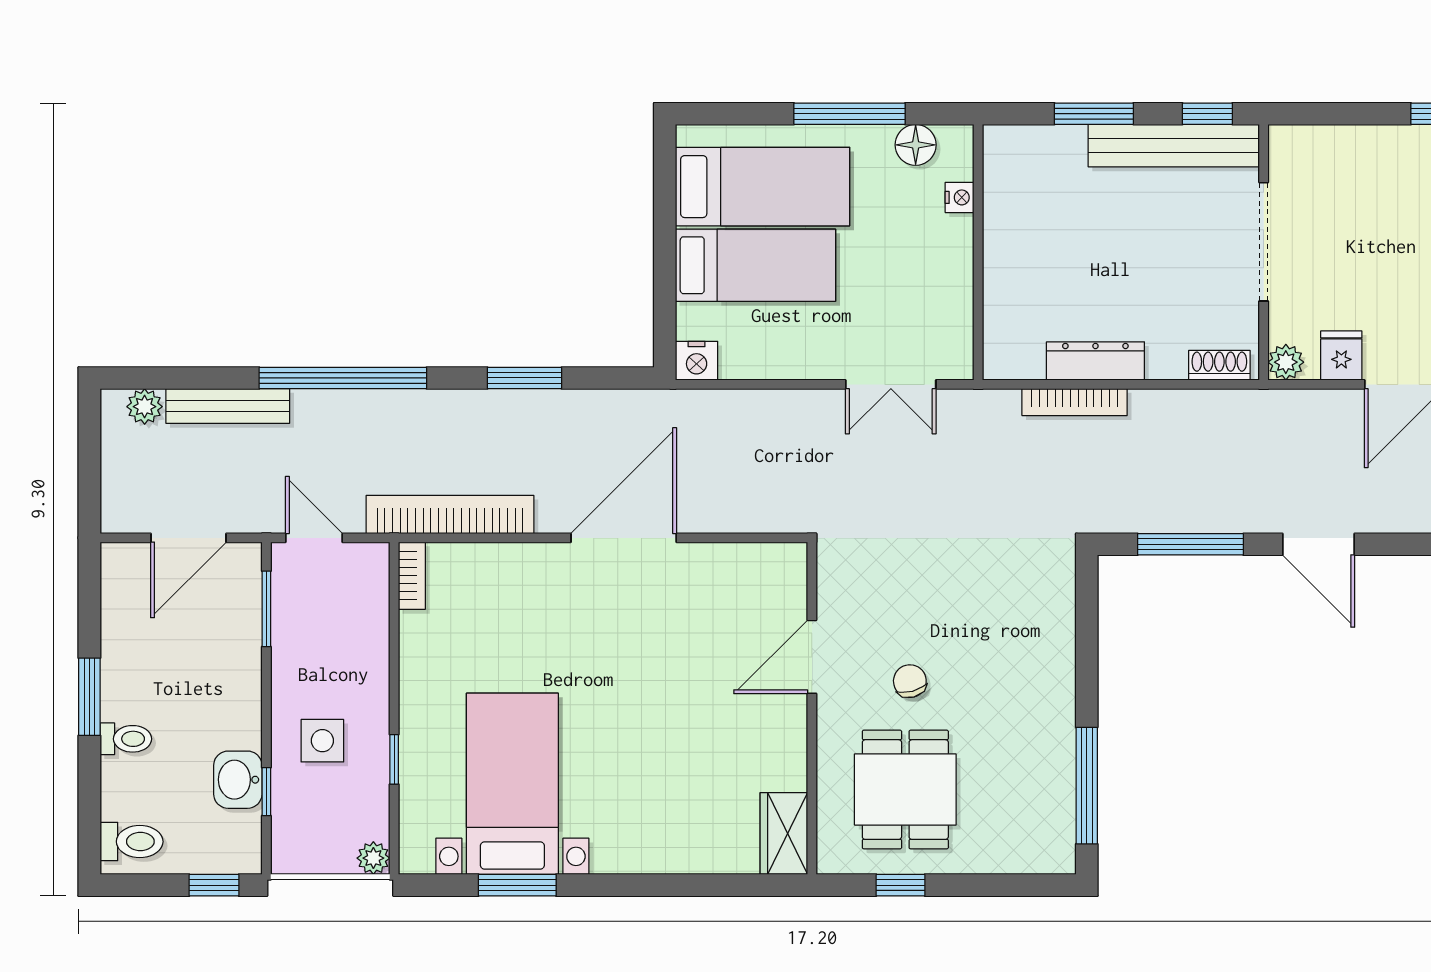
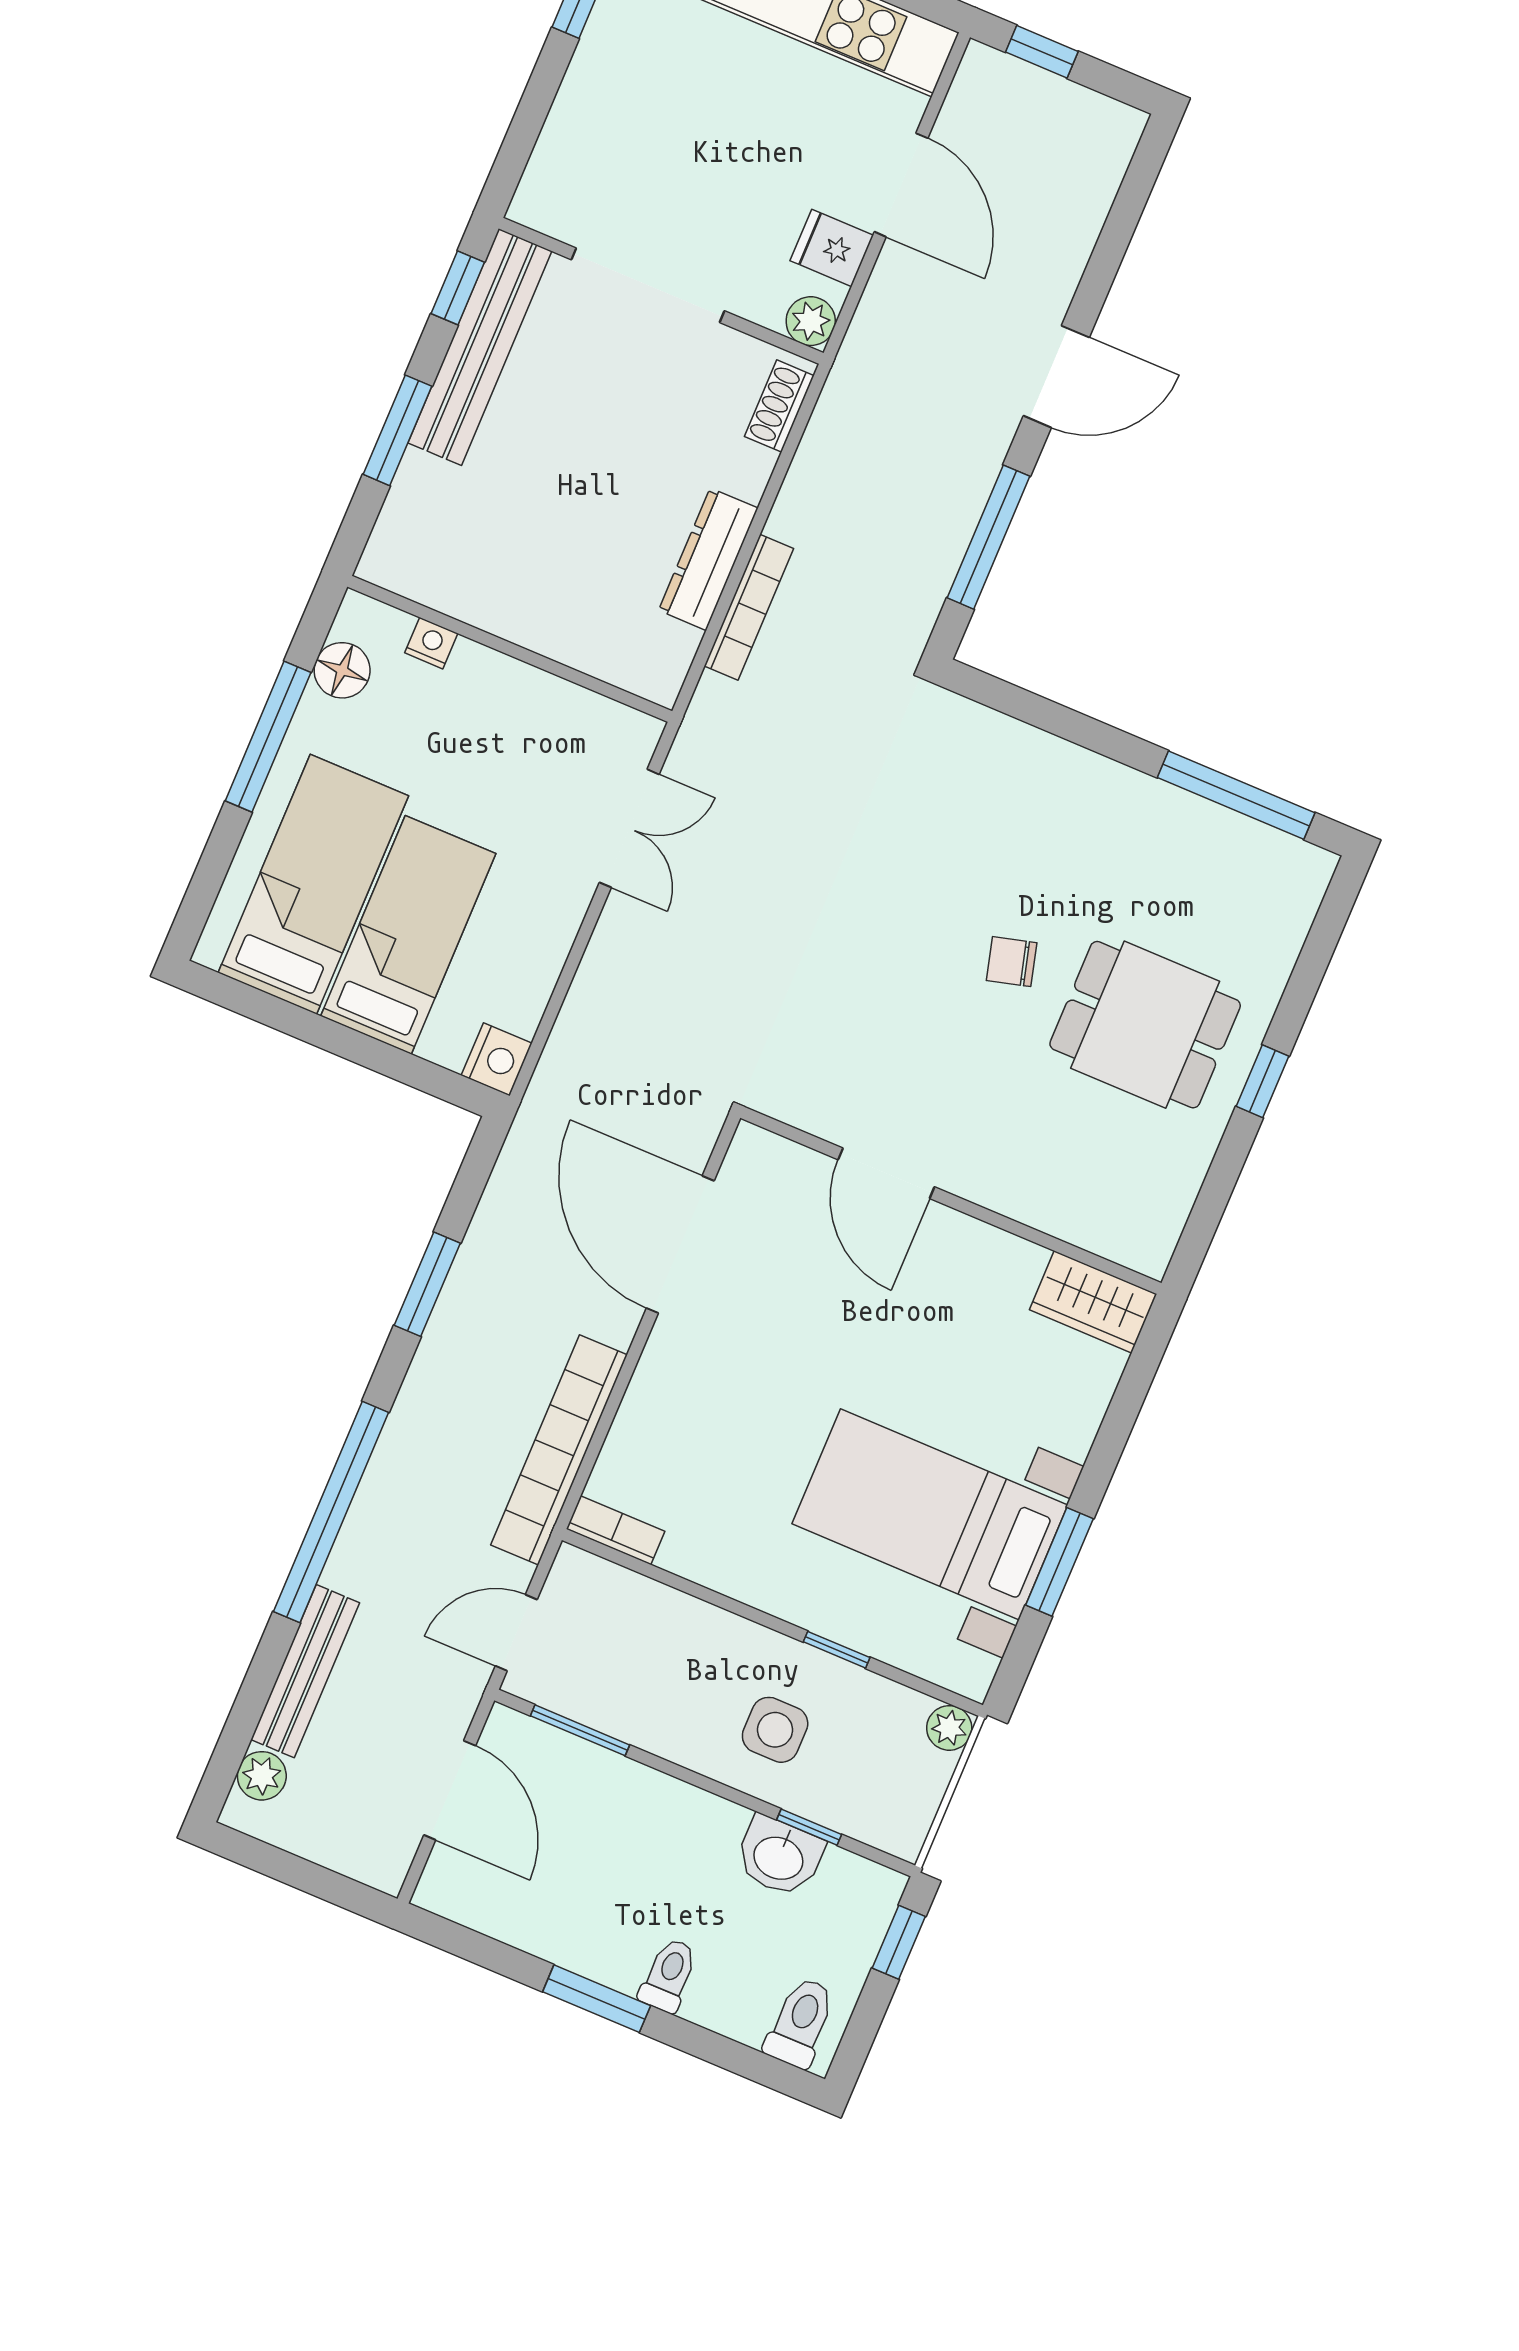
door: (812, 657) -> (886, 1173), moved
wall: (812, 708) -> (951, 1200), moved
wardrobe: (784, 834) -> (1093, 1302), moved

